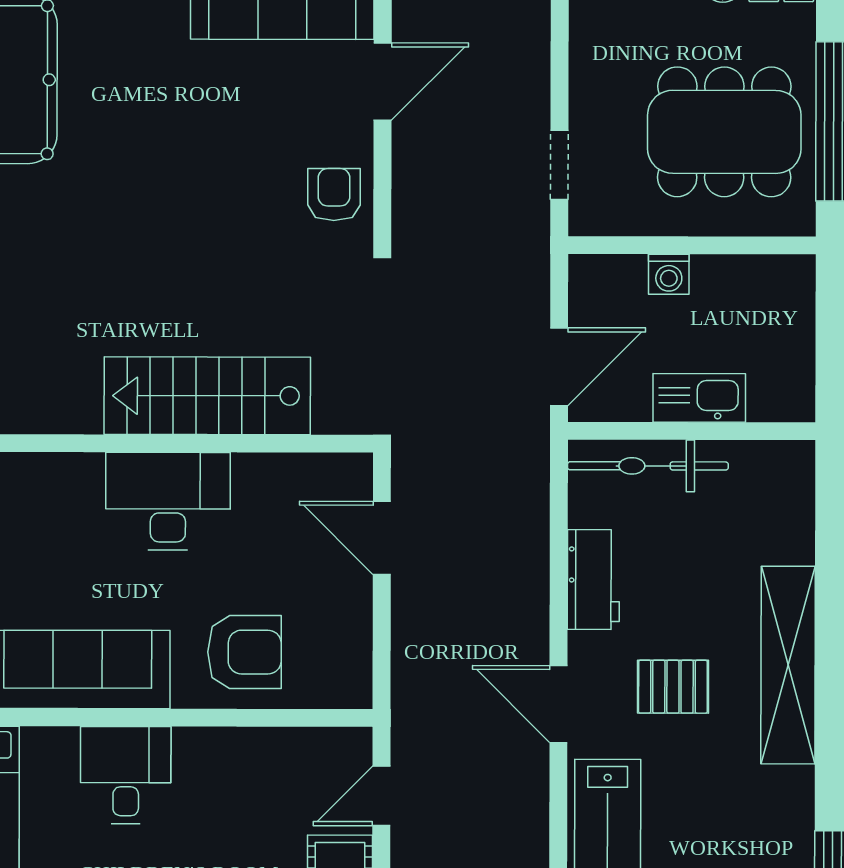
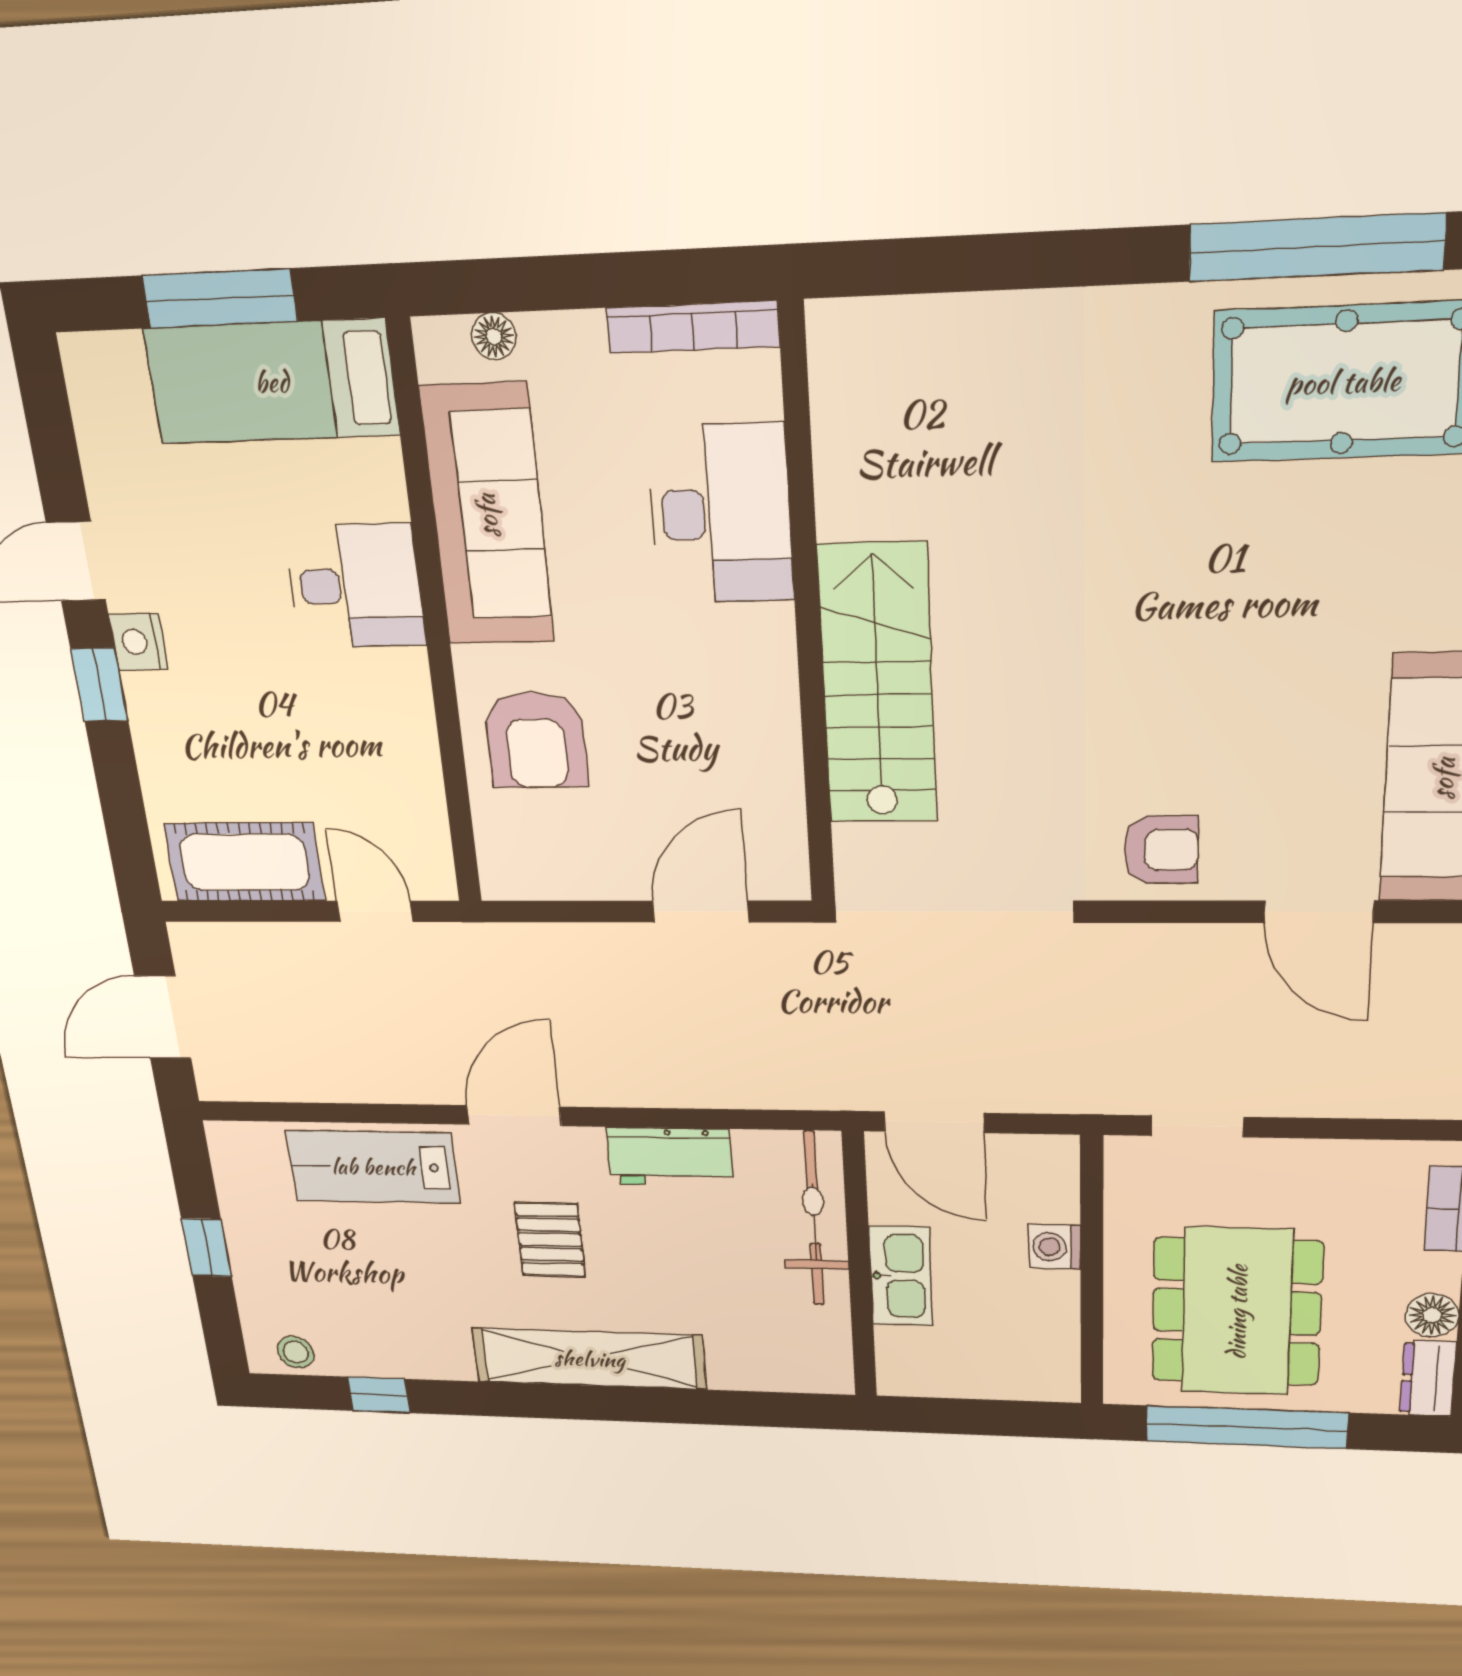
desk: (168, 501) -> (721, 514), moved

